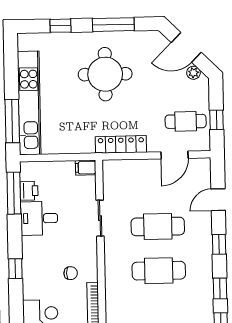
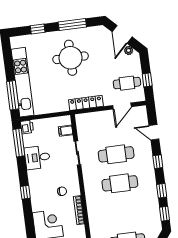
door: (186, 47) -> (122, 34), hinge flipped
filing cabinet: (86, 168) -> (66, 131), moved
printer: (29, 191) -> (27, 127), moved
door: (218, 200) -> (154, 132), hinge flipped

